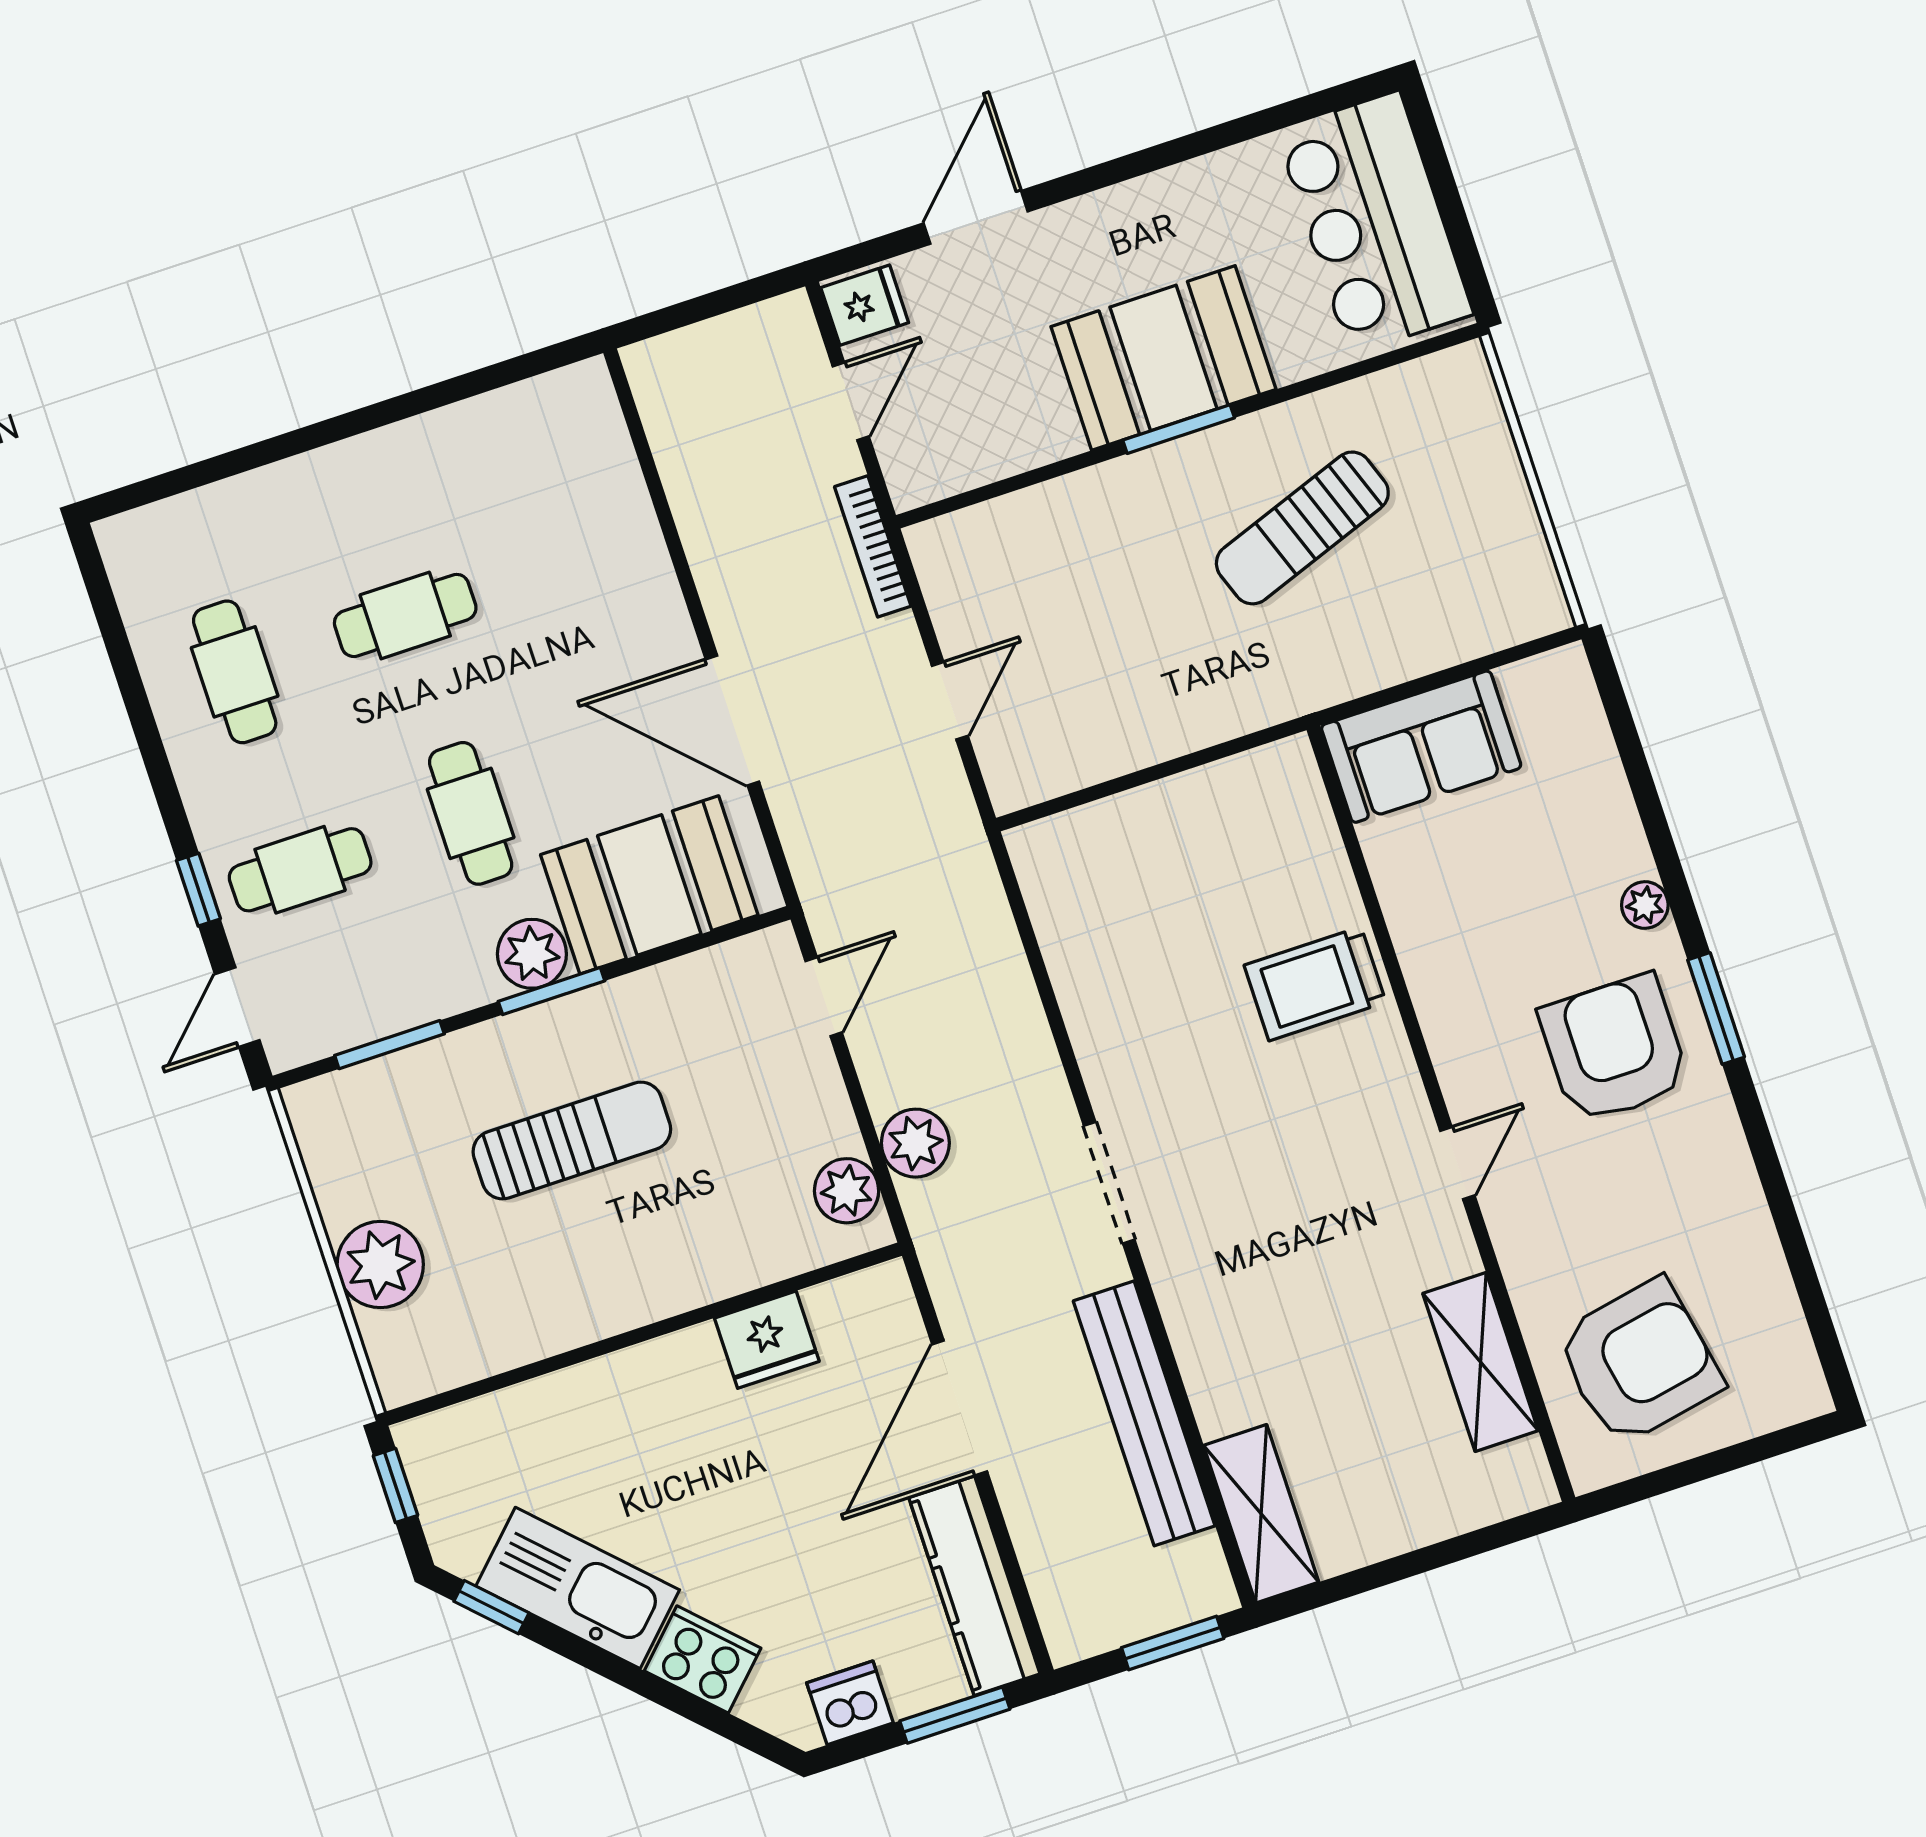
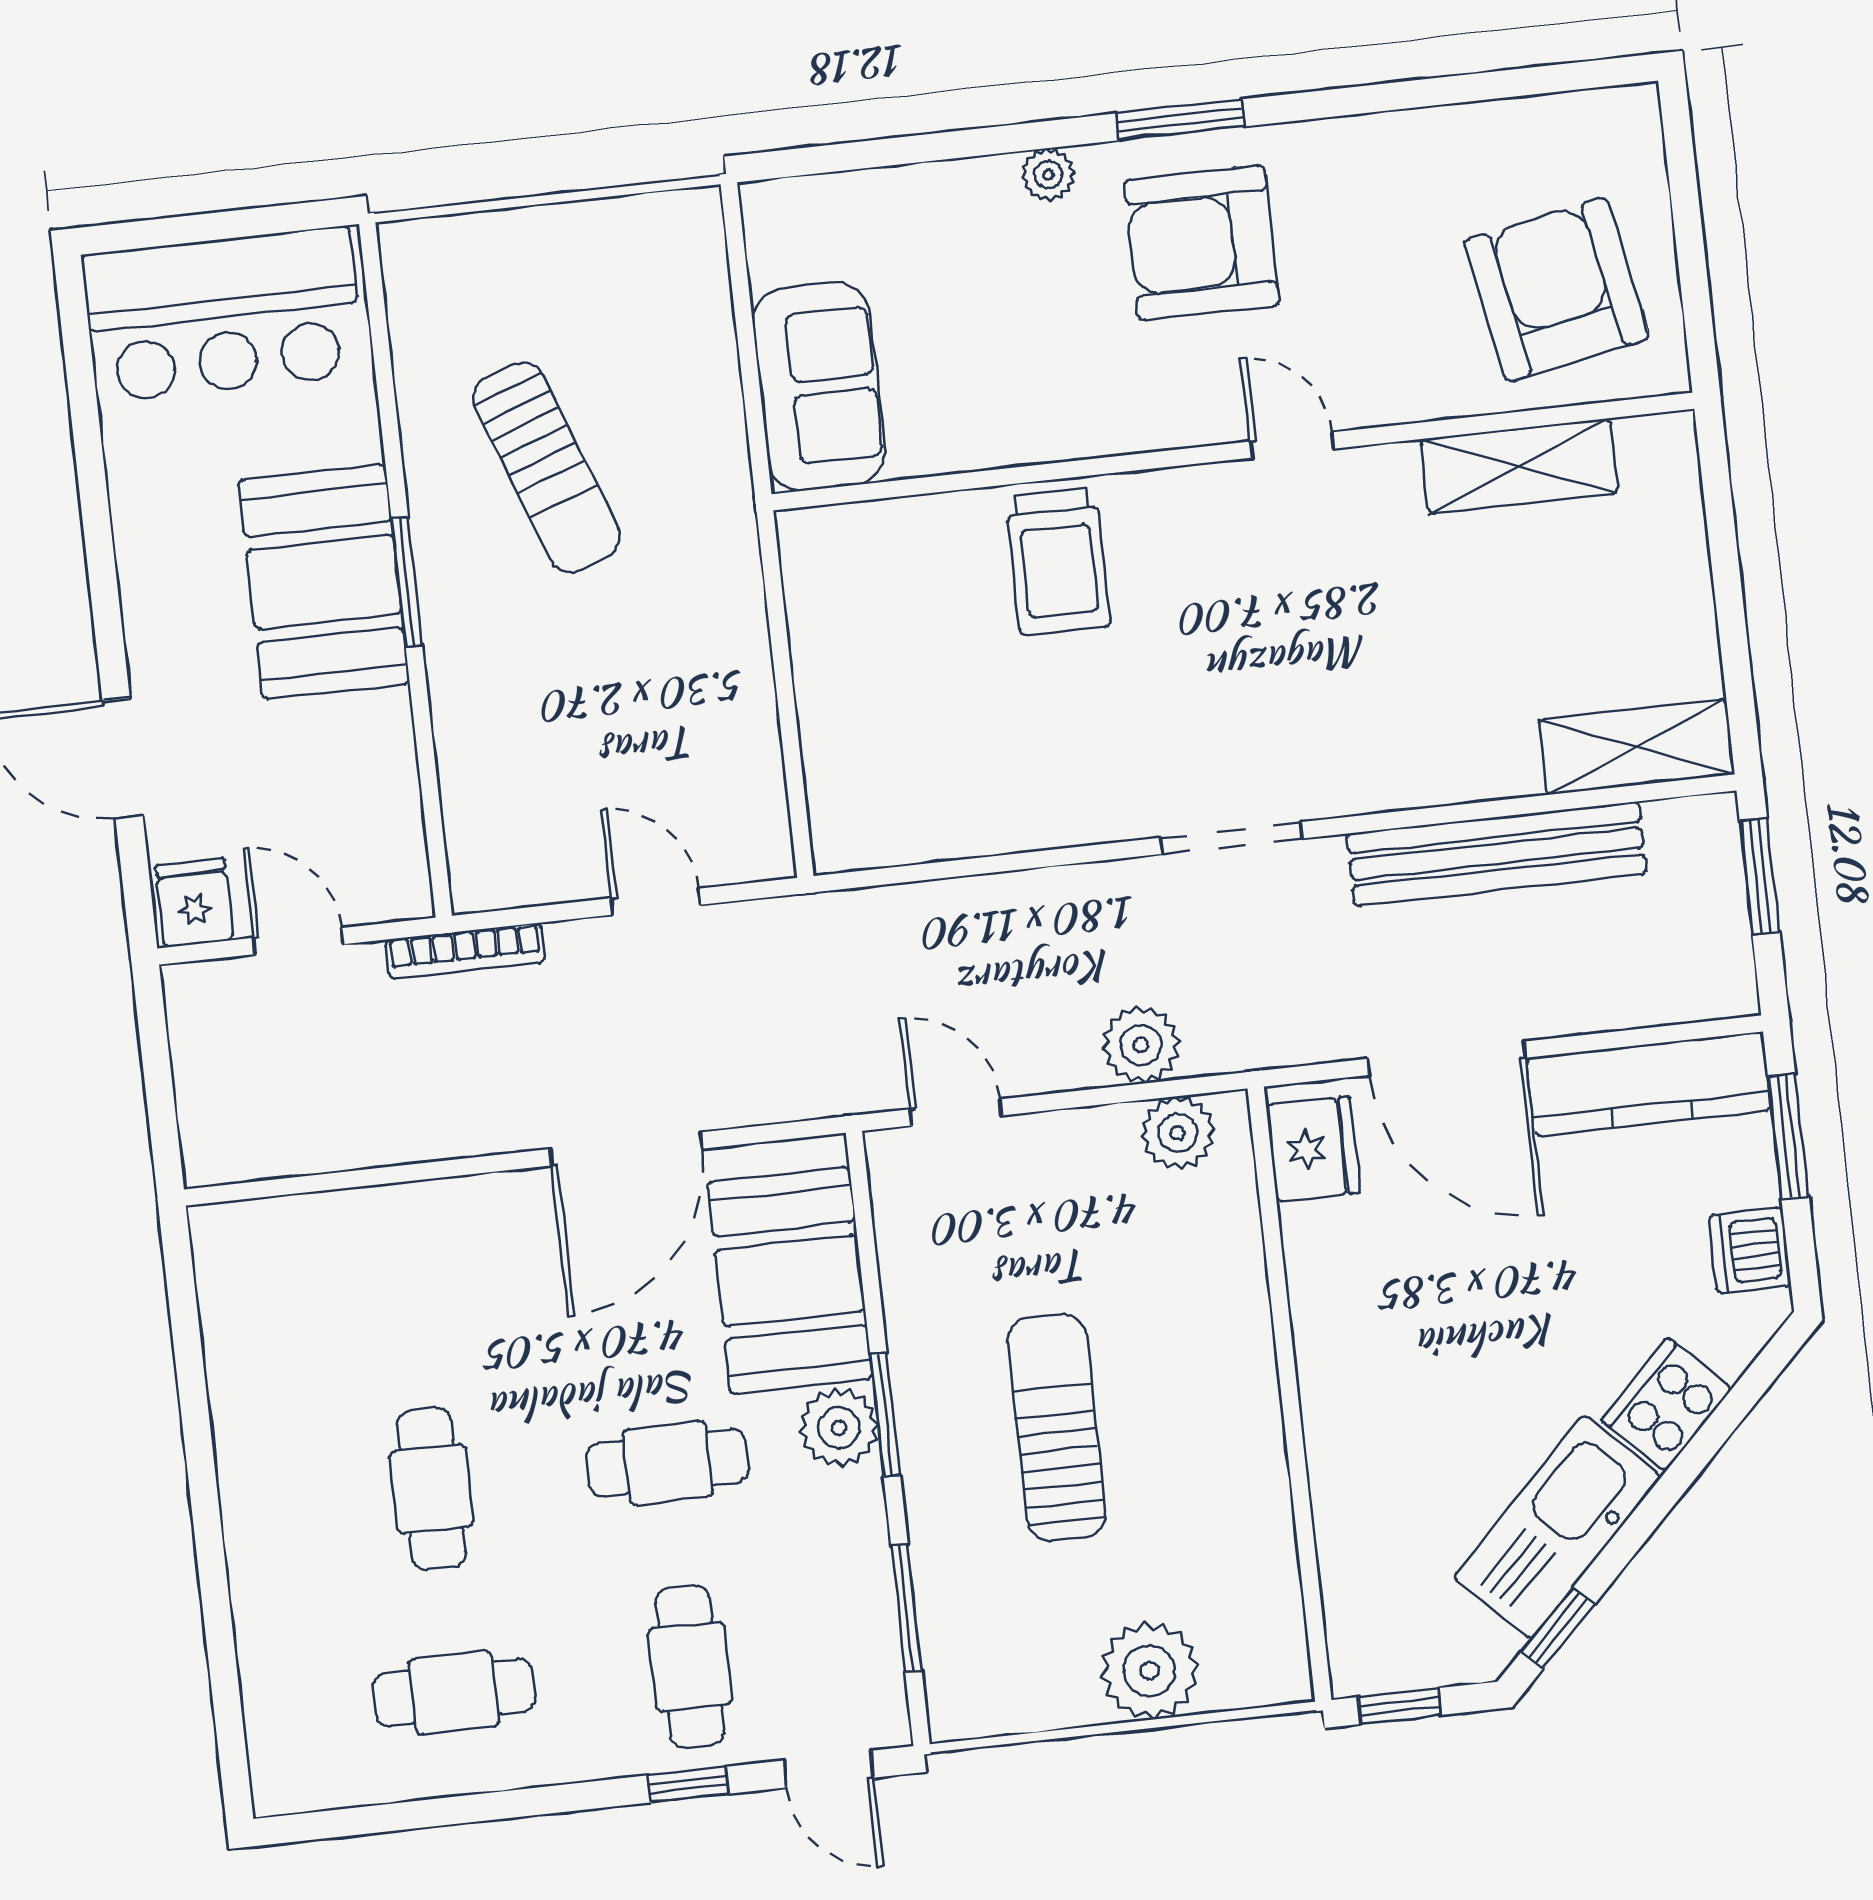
fridge: (767, 1340) -> (1313, 1149), moved

